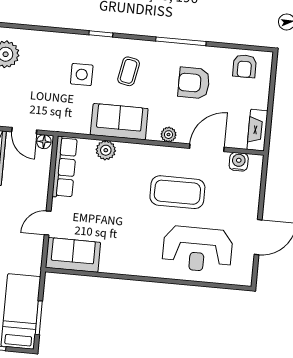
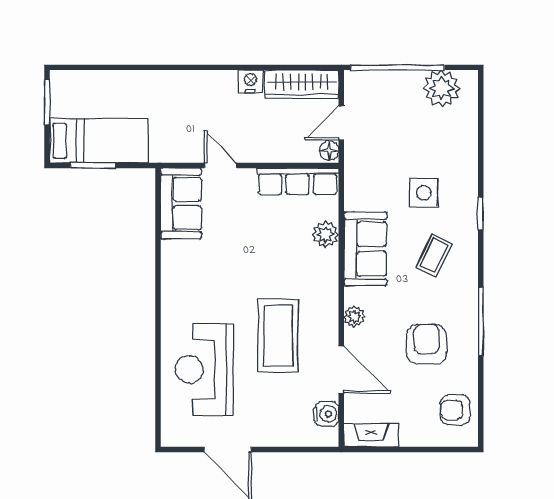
coffee table: (129, 71) -> (434, 255), turned -75

